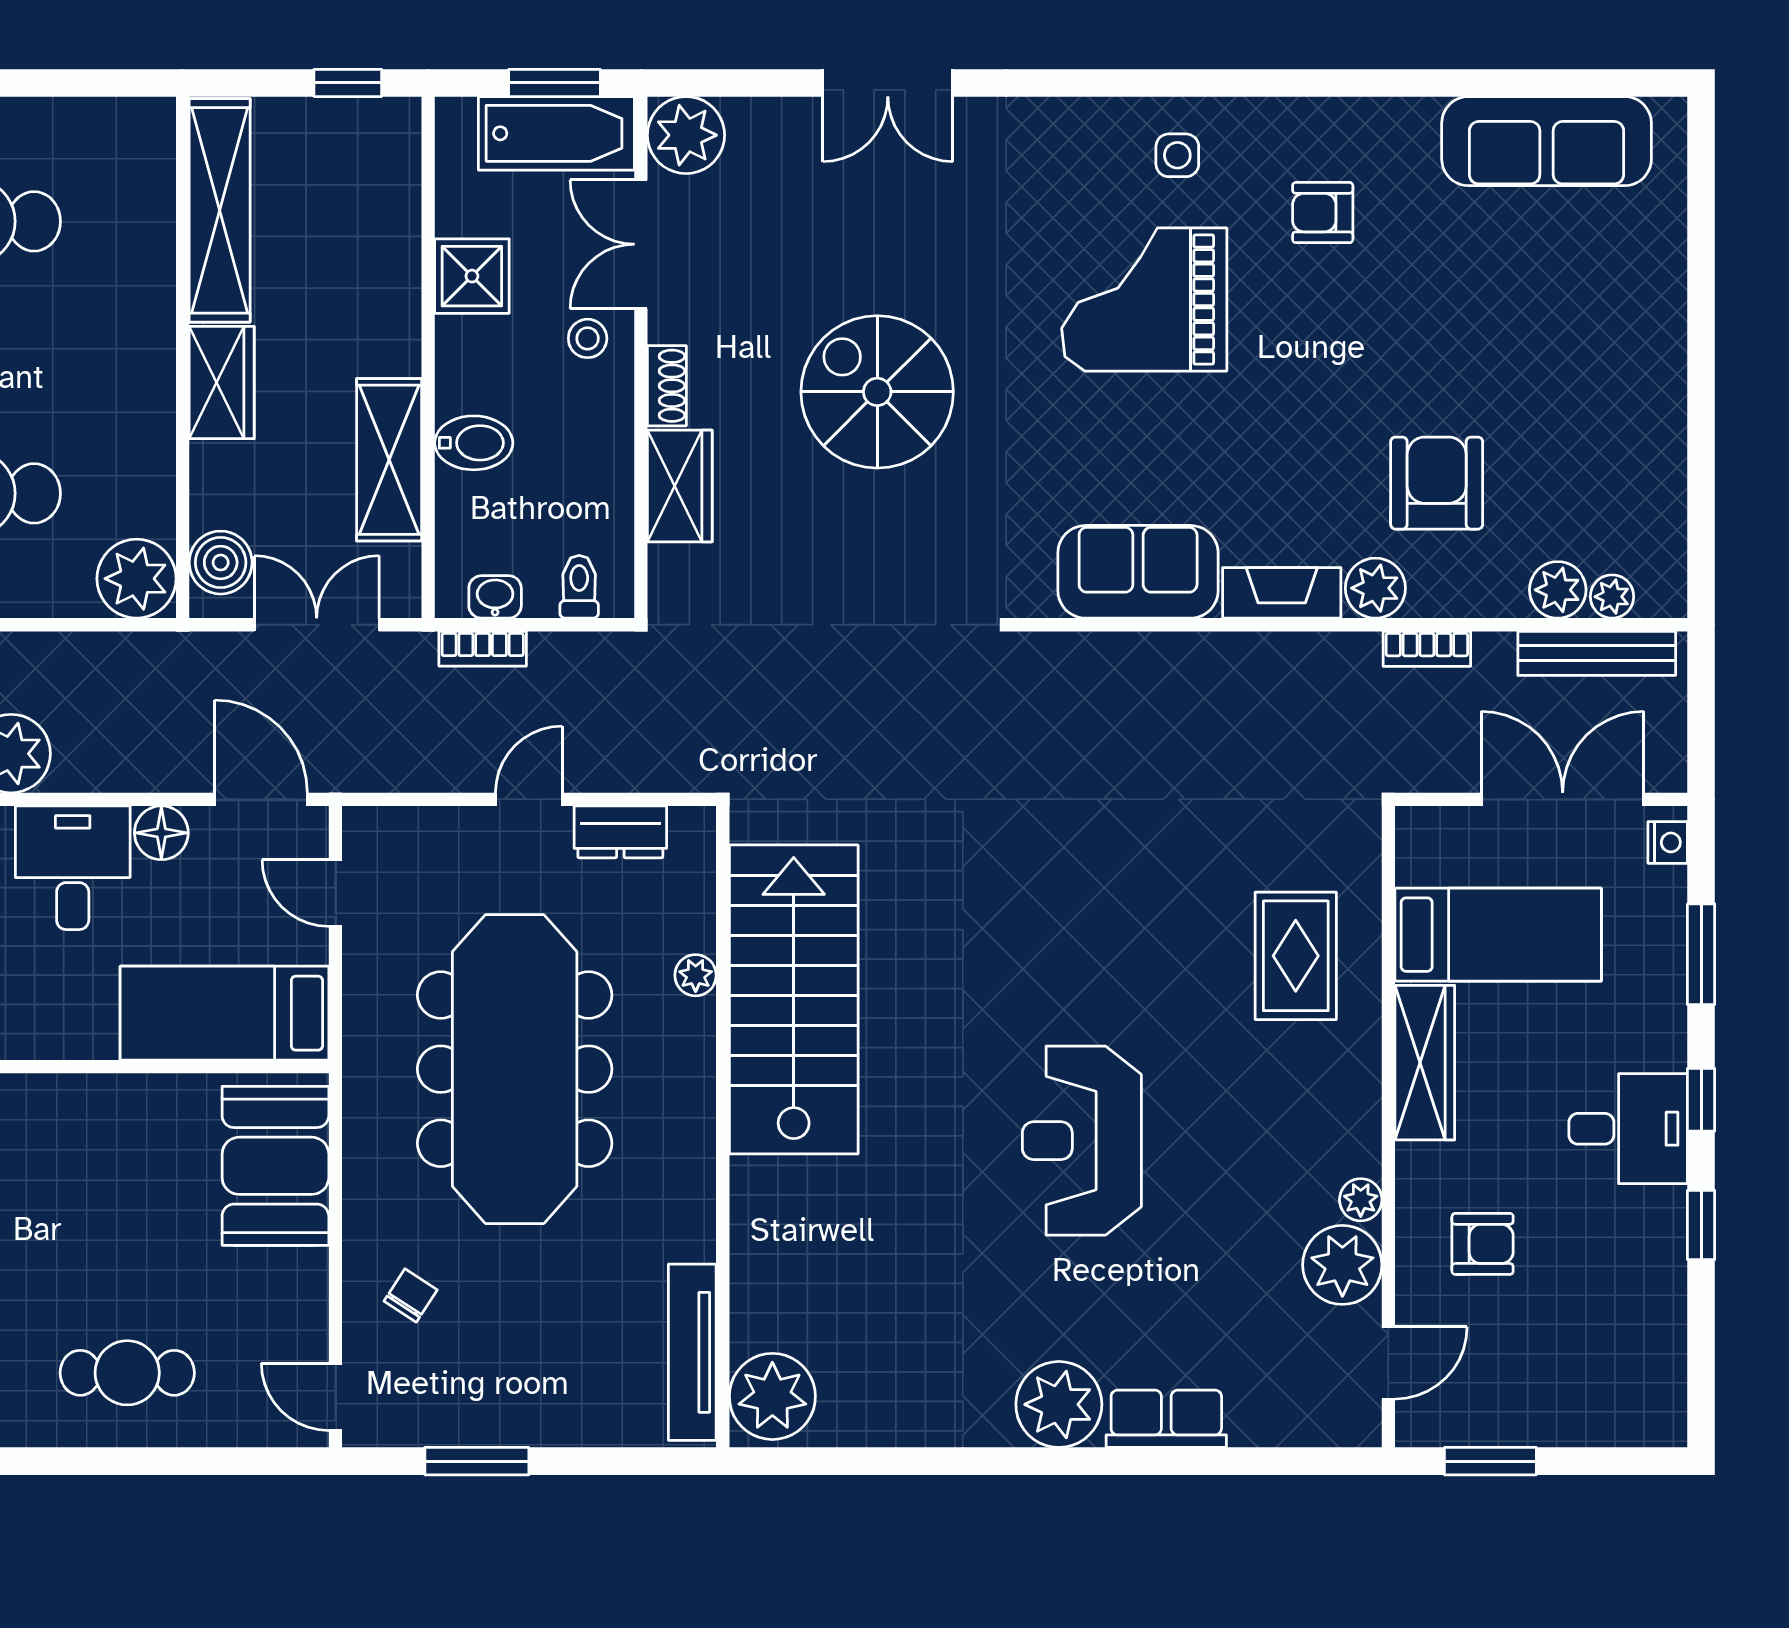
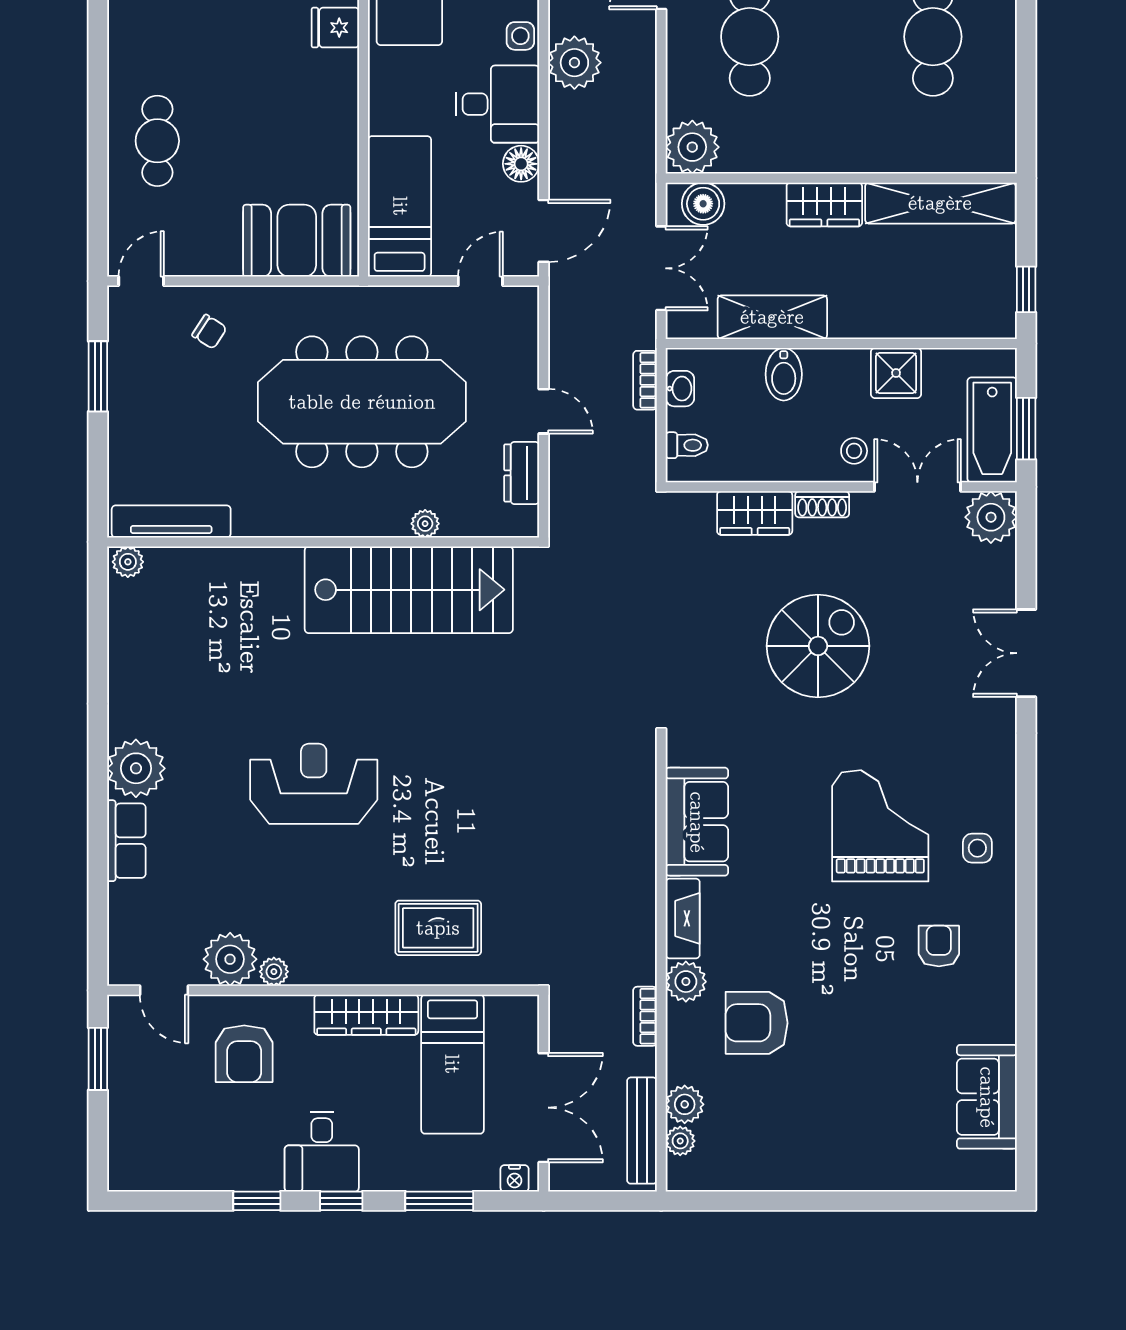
sofa: (1547, 141) -> (987, 1097), width x0.73
armchair: (1437, 483) -> (757, 1023), turned 180
armchair: (1483, 1244) -> (244, 1054), width x1.38, depth x1.38
plant: (772, 1396) -> (128, 562), width x0.53, depth x0.53

